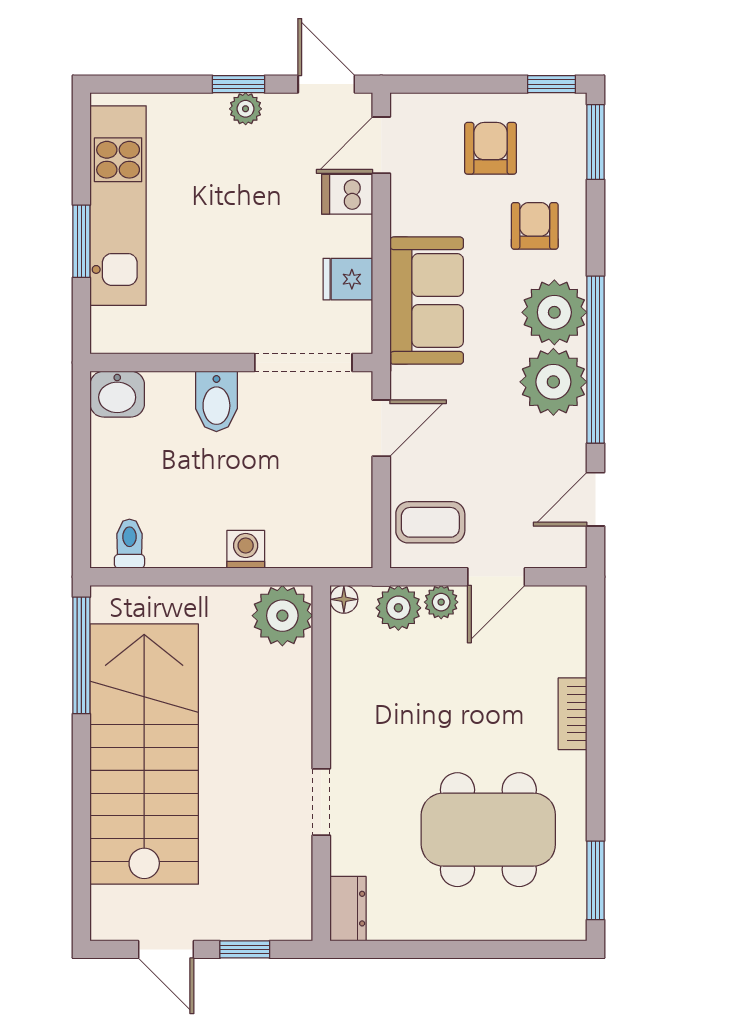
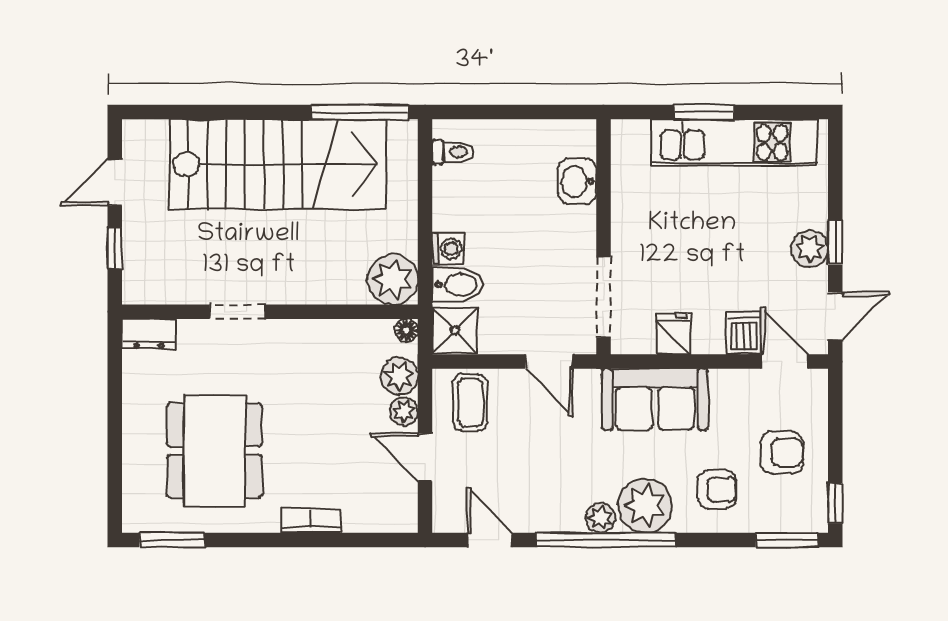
plant: (246, 109) -> (810, 249), width x1.38, depth x1.38
plant: (553, 382) -> (600, 518), width x0.53, depth x0.53
washbasin: (117, 394) -> (577, 181), moved
bidet: (216, 401) -> (457, 285), moved, turned 180
shower: (344, 541) -> (455, 330), added

